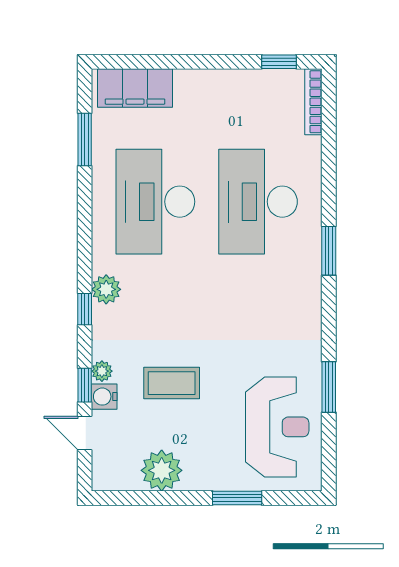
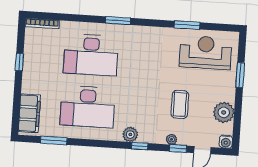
window: (279, 62) -> (19, 62), moved
water cooler: (104, 397) -> (226, 142), moved

